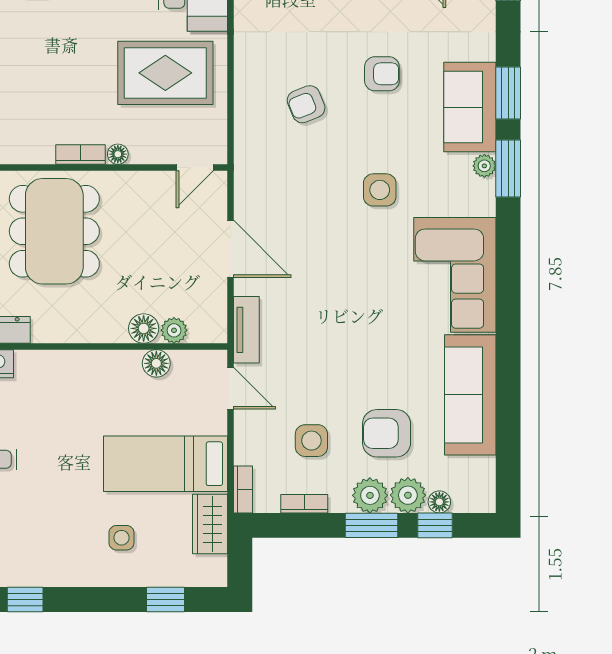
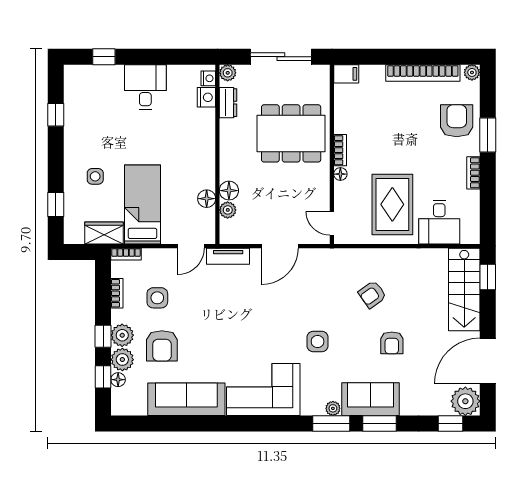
armchair: (306, 104) -> (372, 294), turned -103
armchair: (387, 433) -> (162, 346), turned 180
window: (371, 525) -> (103, 336), width x0.67

